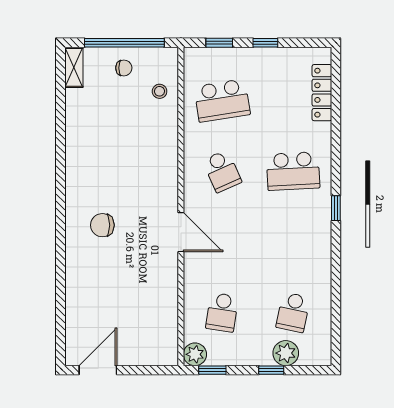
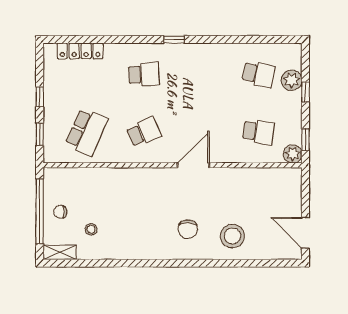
chair: (124, 68) -> (60, 212), turned -90
stool: (160, 91) -> (91, 229), moved
school desk: (222, 101) -> (87, 132), turned 33
school desk: (293, 171) -> (144, 74), width x0.54
stool: (94, 280) -> (232, 236), added

